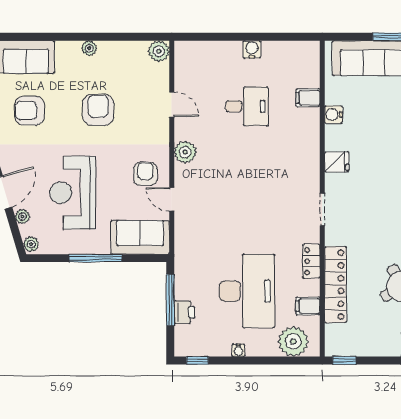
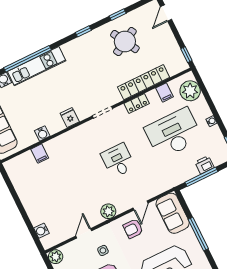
water cooler: (252, 49) -> (41, 231), moved
desk: (247, 106) -> (118, 161), moved
side table: (136, 119) -> (103, 250), added

